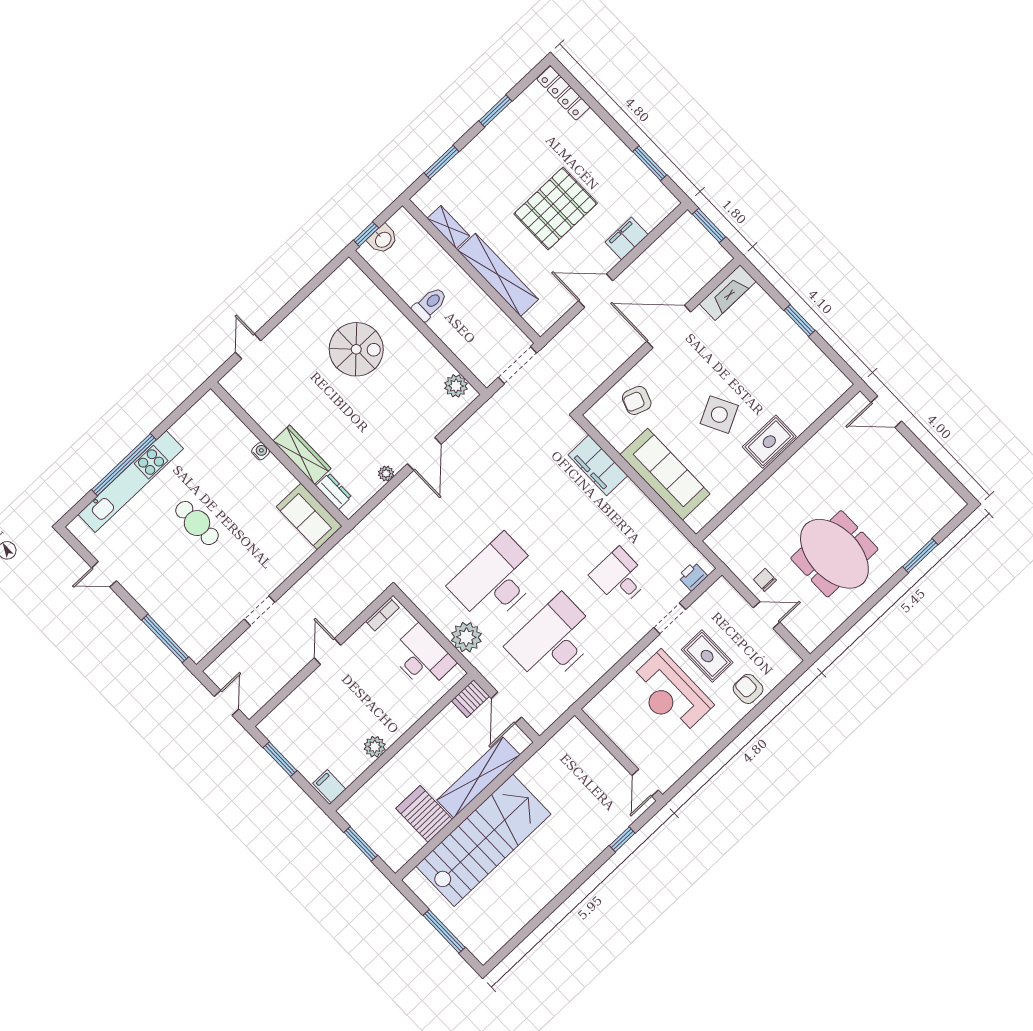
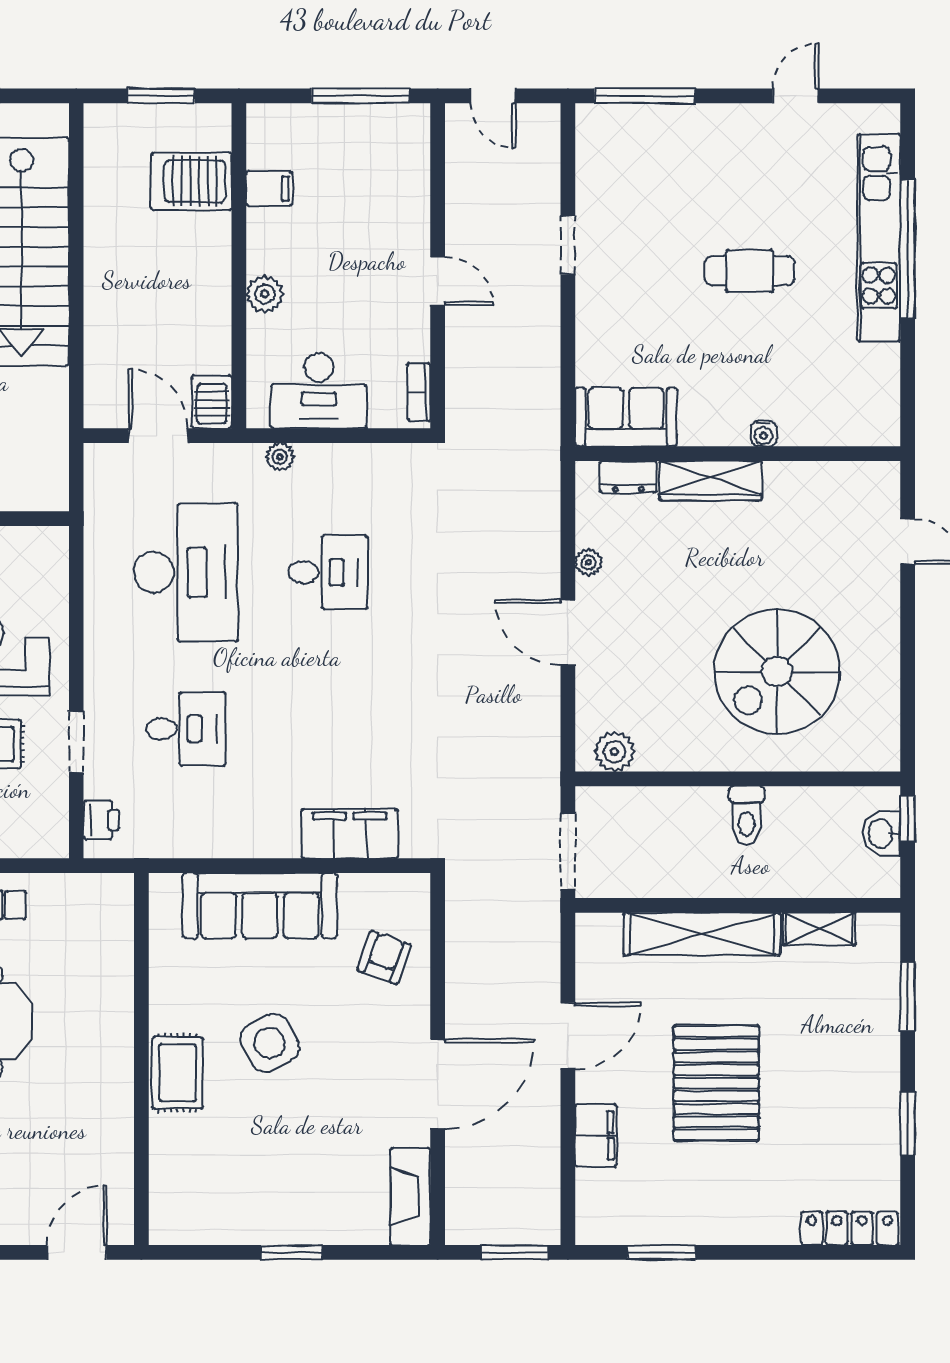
spiral stairs: (356, 349) -> (777, 671), width x1.37, depth x1.37
desk: (496, 580) -> (328, 572), width x0.53, depth x0.77
plant: (466, 637) -> (280, 457), width x0.53, depth x0.53
plant: (375, 747) -> (265, 294), moved
window: (280, 759) -> (361, 96), width x1.44
shelving: (478, 777) -> (105, 319), removed
filing cabinet: (329, 786) -> (269, 189), moved
server rack: (424, 814) -> (192, 181), moved, turned 180

